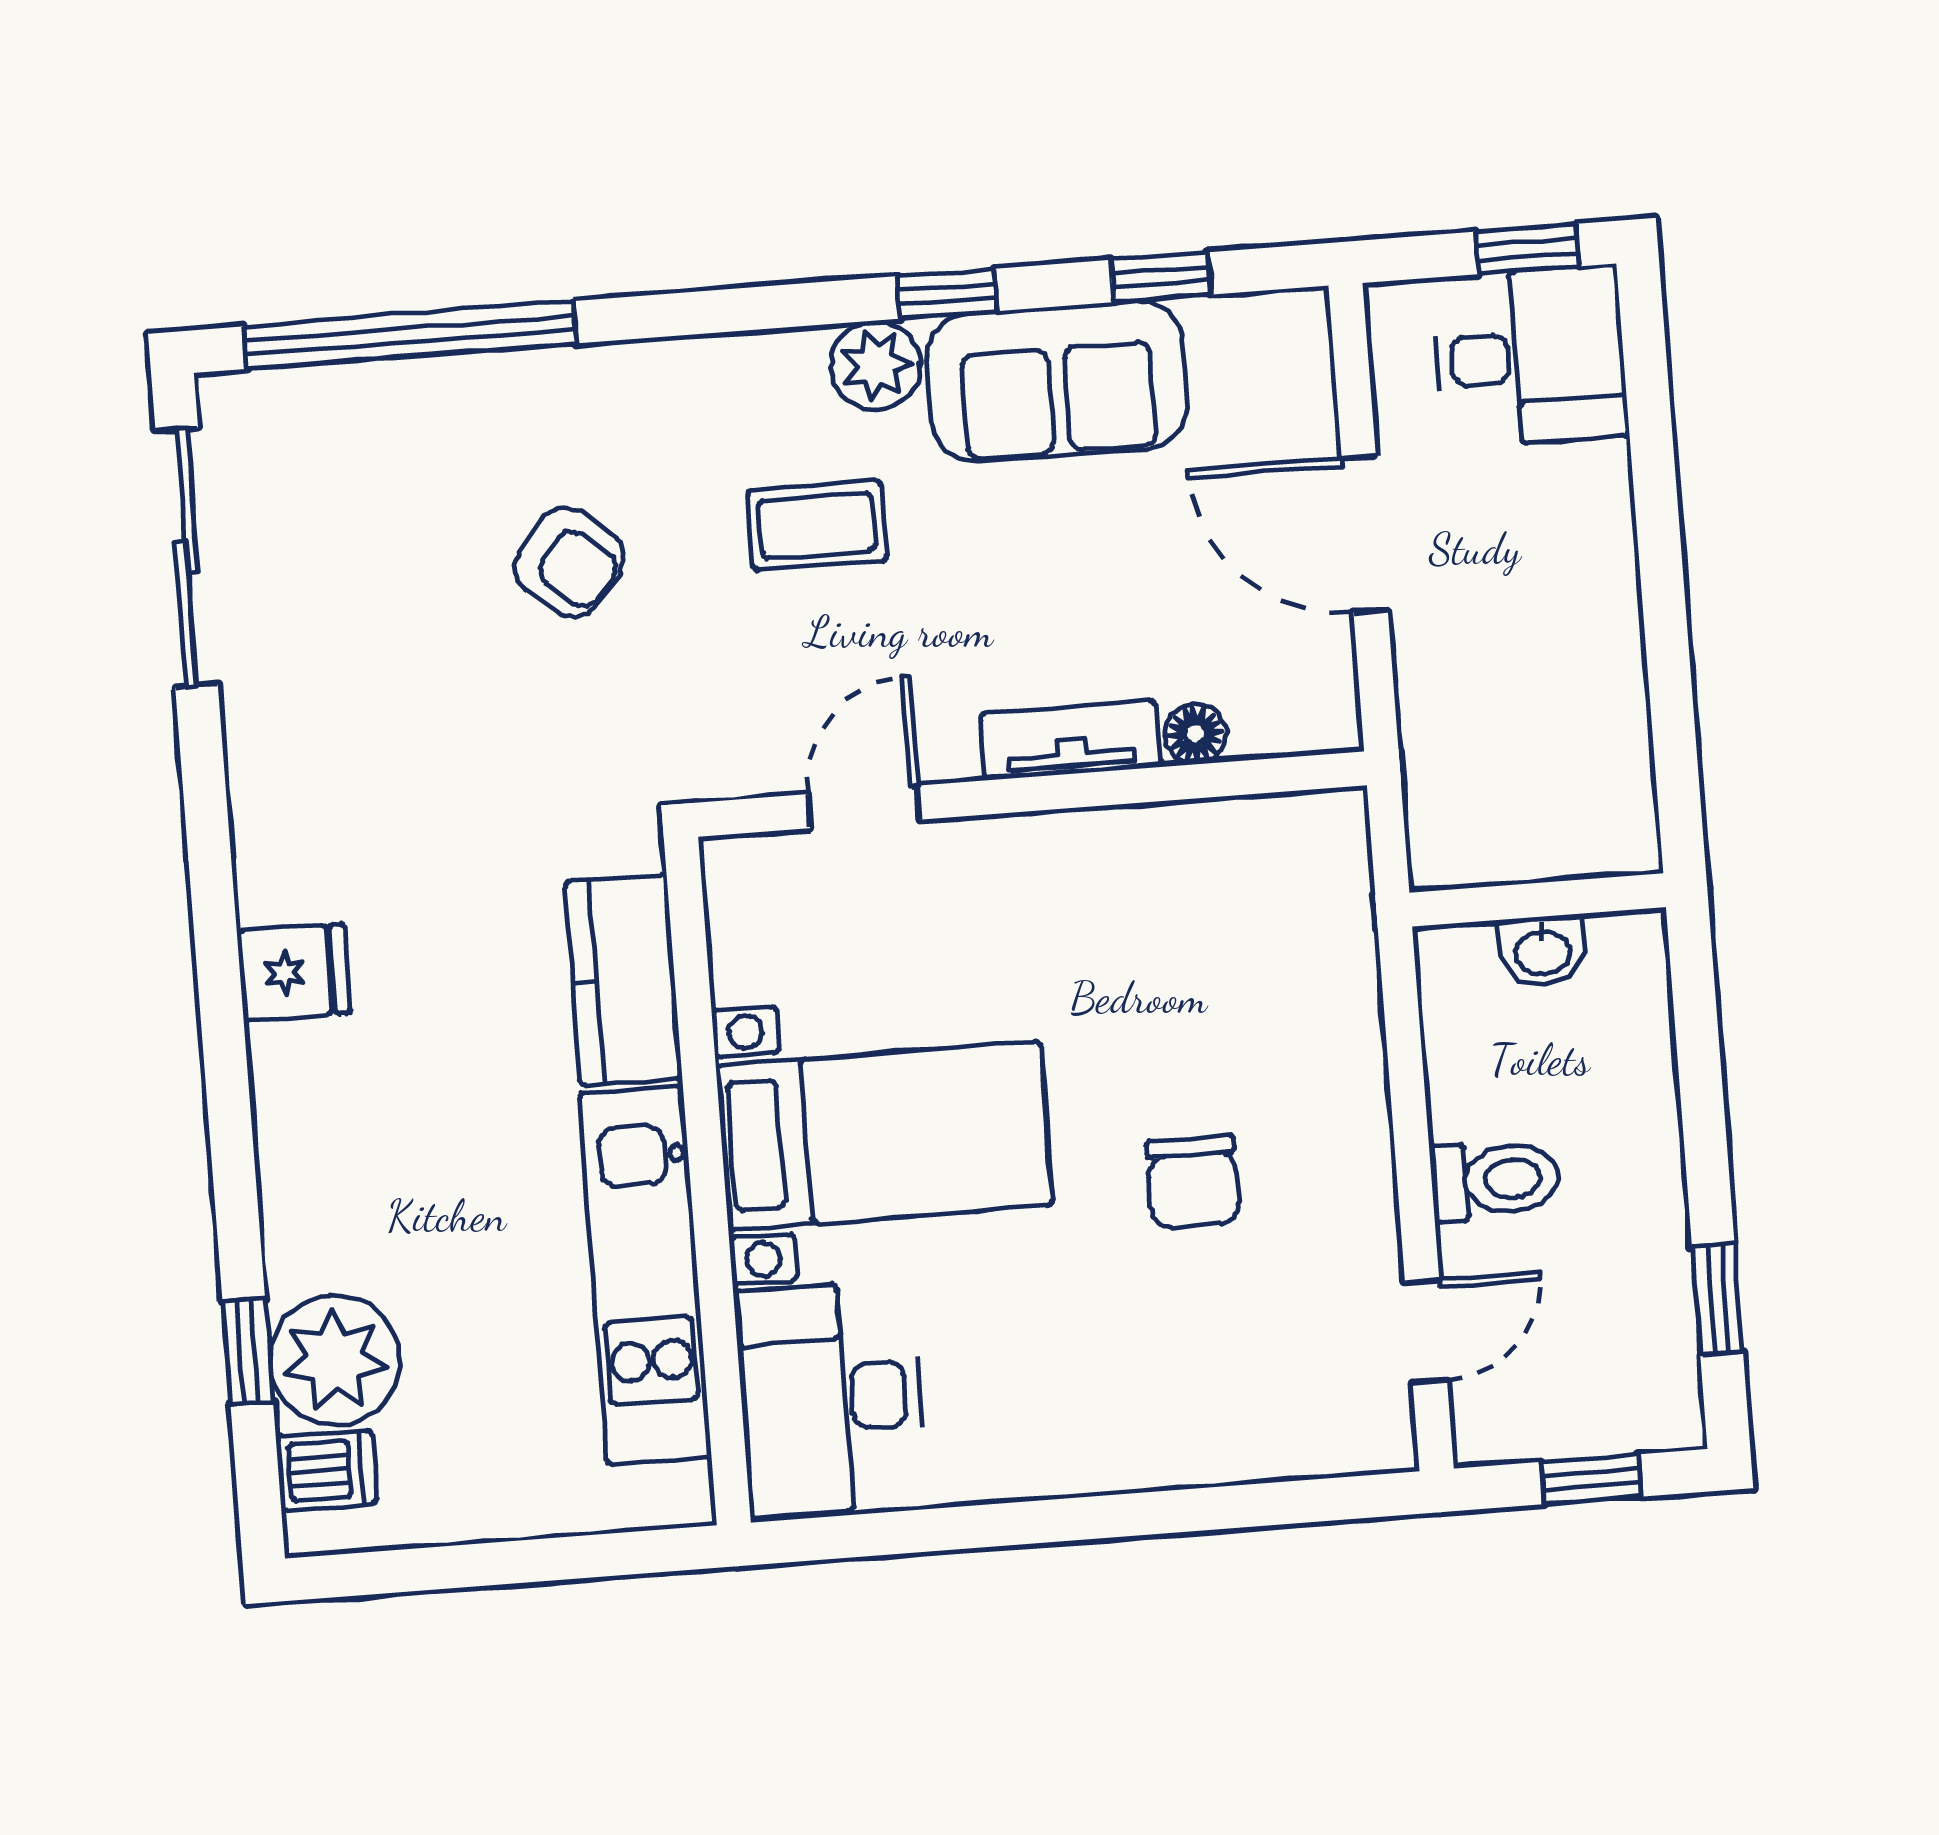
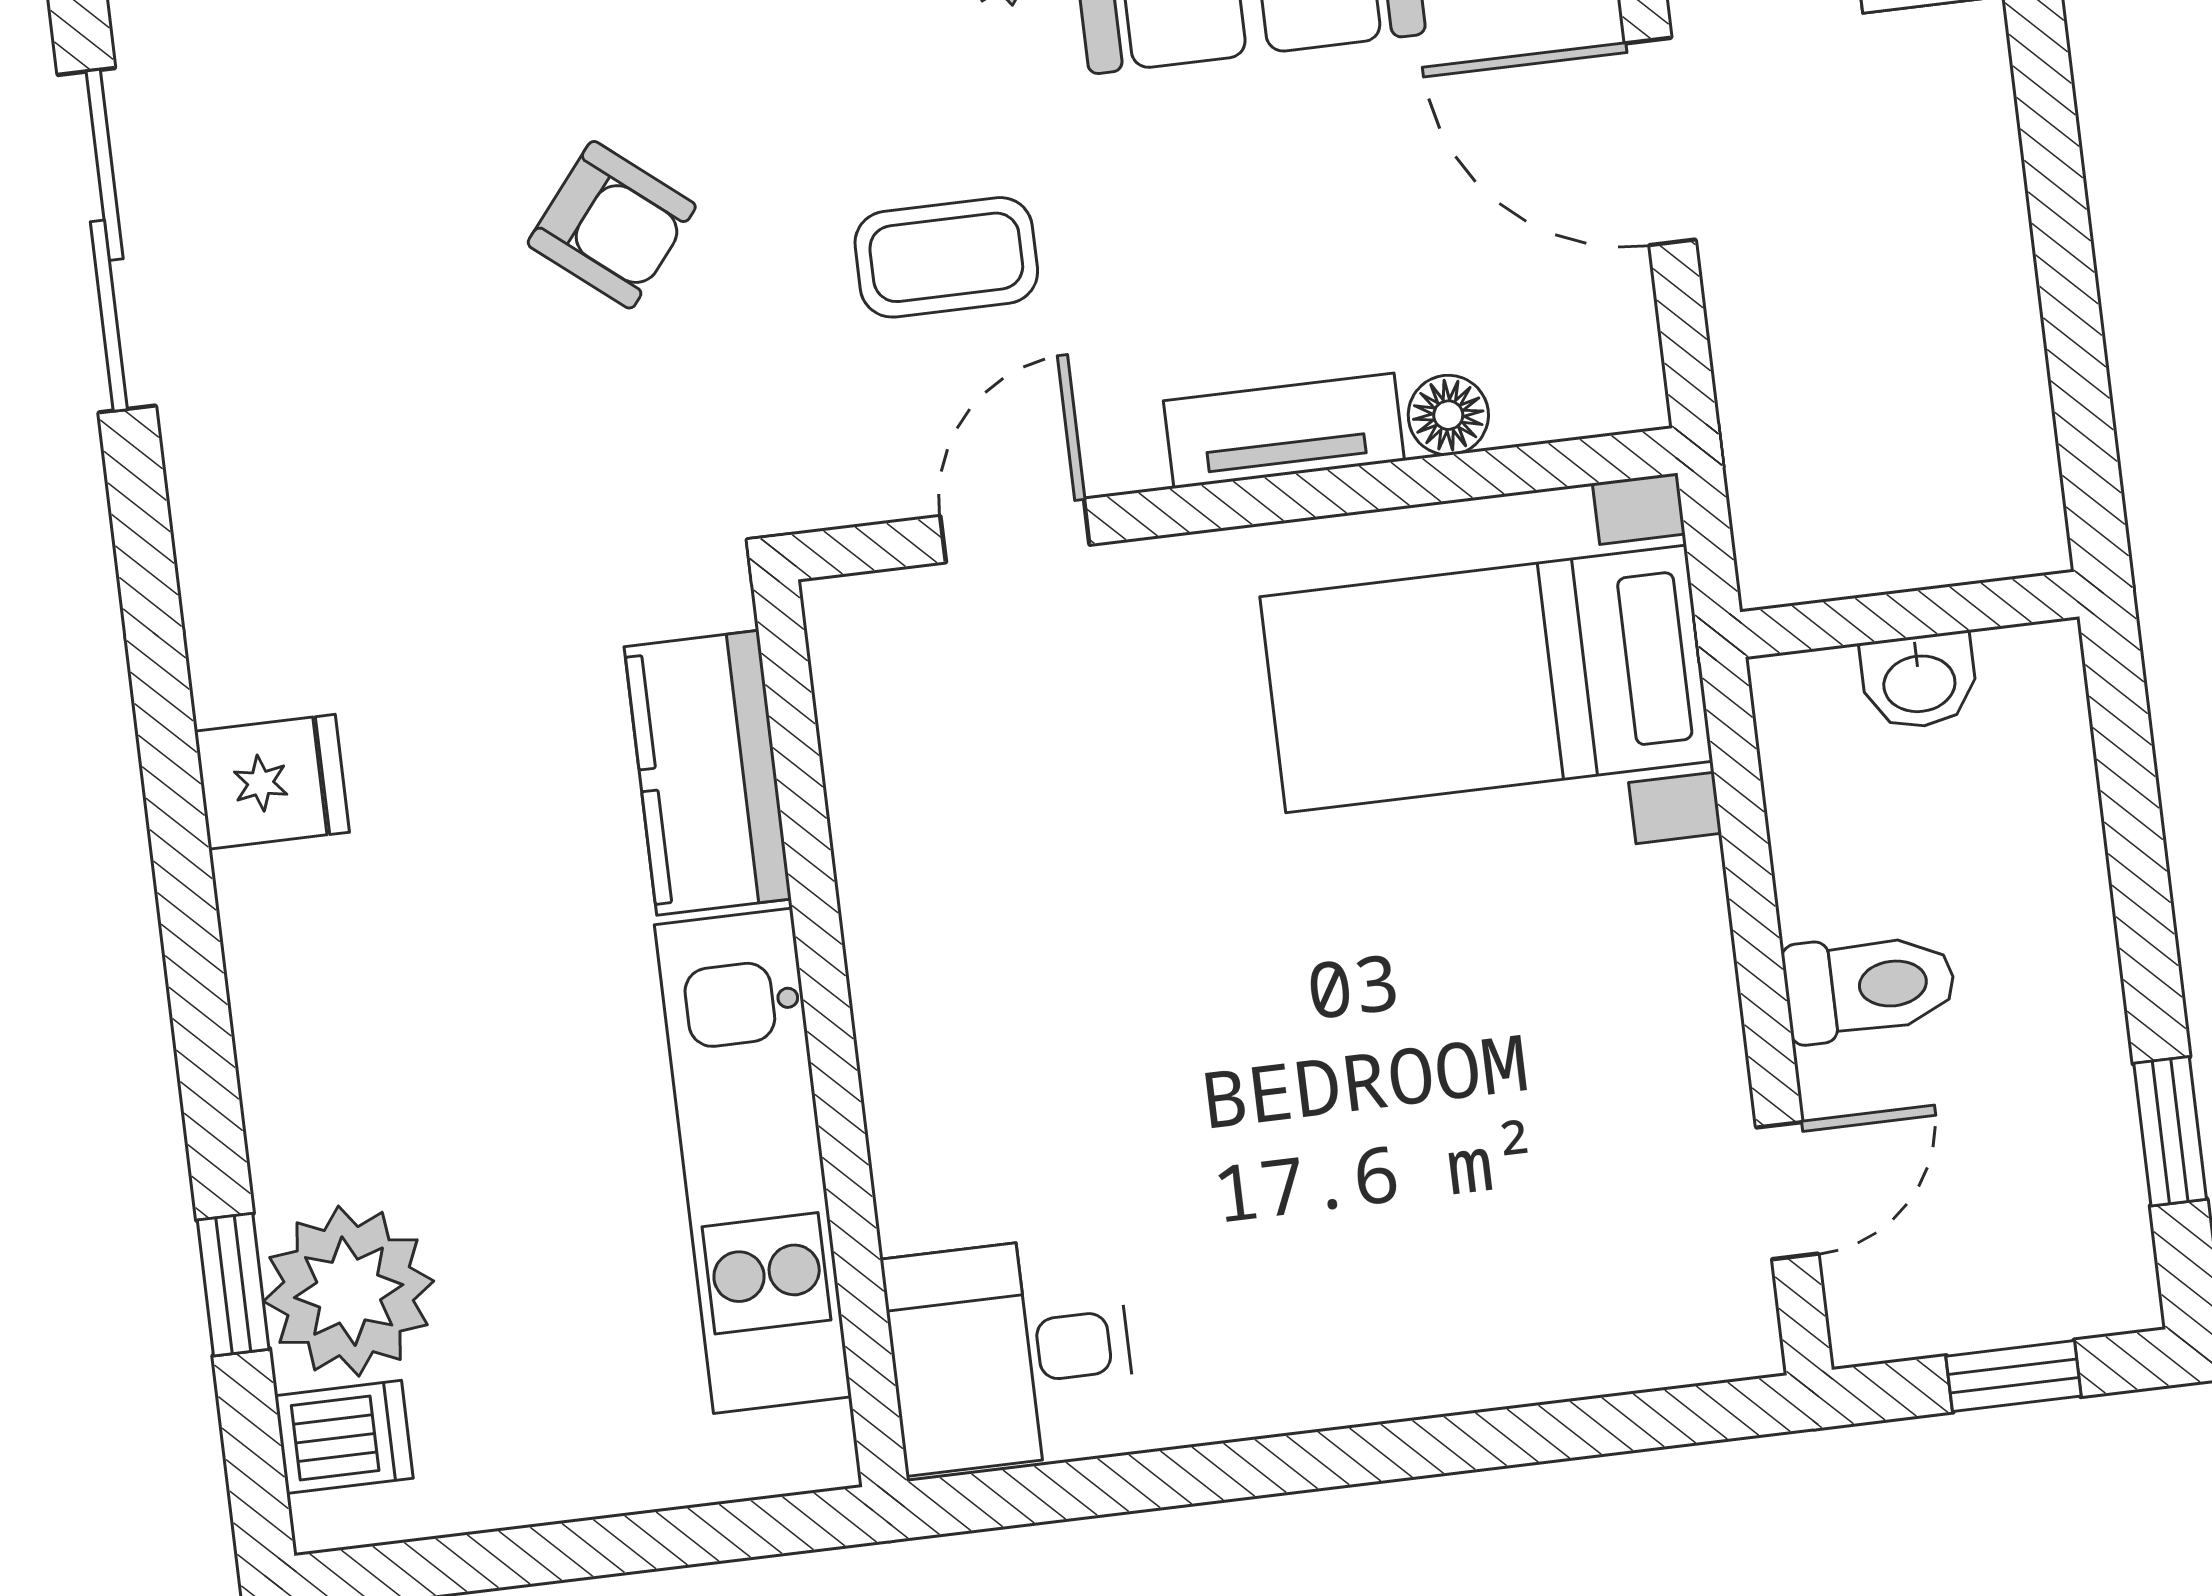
coffee table: (817, 526) -> (946, 257), moved
bed with nightstands: (884, 1136) -> (1486, 679), moved, turned 180
chair: (1193, 1182) -> (1471, 1007), removed
desk: (831, 1399) -> (1010, 1354), width x0.73

